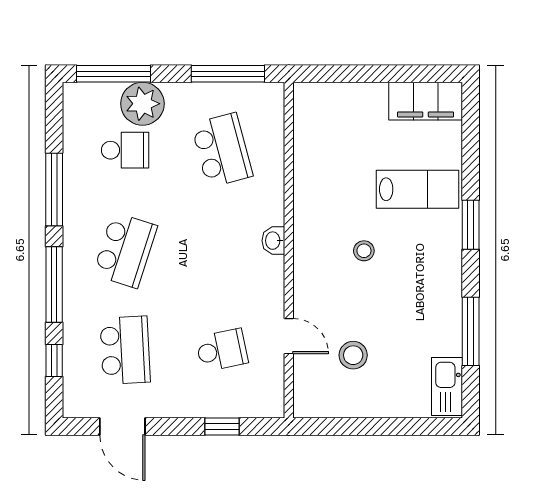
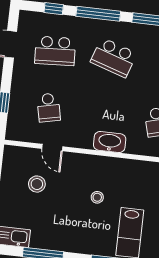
washbasin: (273, 241) -> (110, 142), width x1.91, depth x1.45
door: (289, 336) -> (52, 148), hinge flipped

